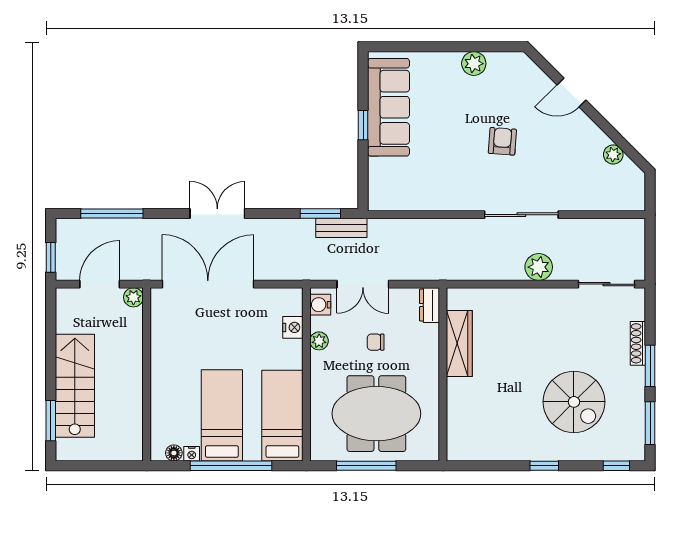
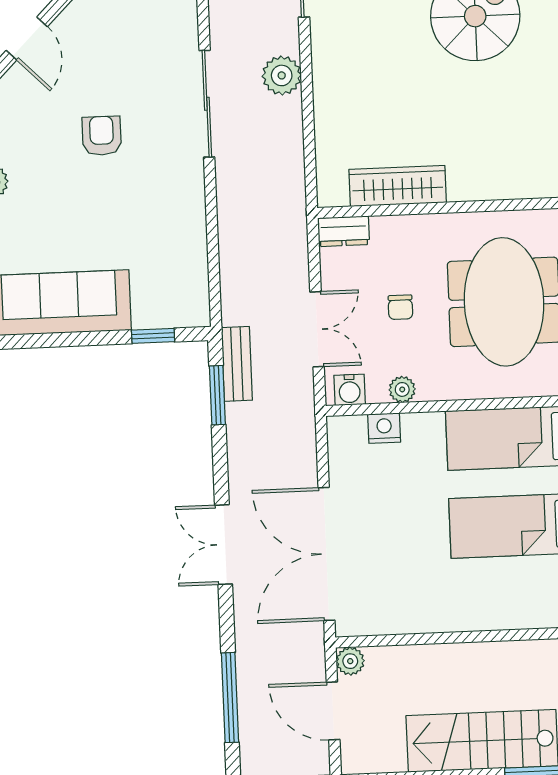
window: (363, 125) -> (153, 336), moved
armchair: (502, 141) -> (102, 136), turned 86

